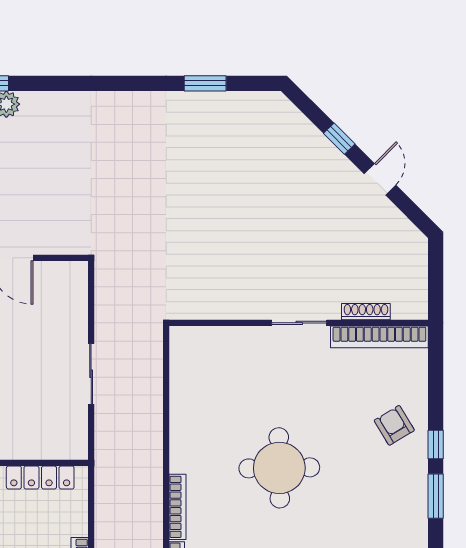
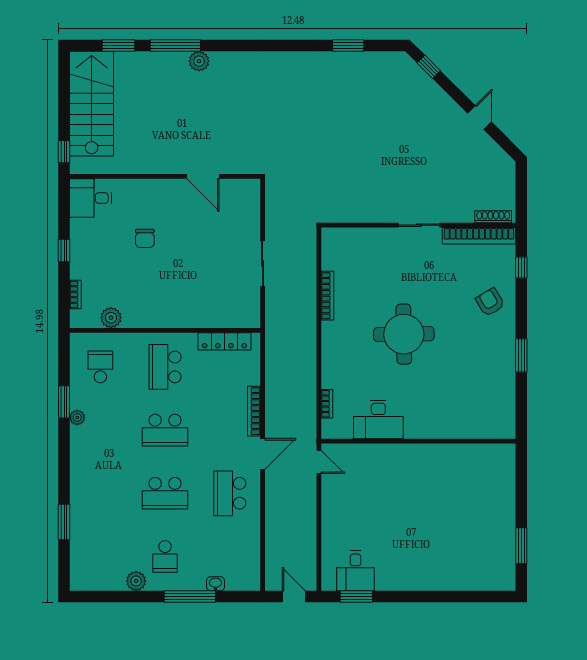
window: (339, 139) -> (429, 67), moved
shoe rack: (366, 312) -> (493, 217), moved
window: (436, 444) -> (521, 267), moved
bookcase: (178, 507) -> (327, 296), moved

